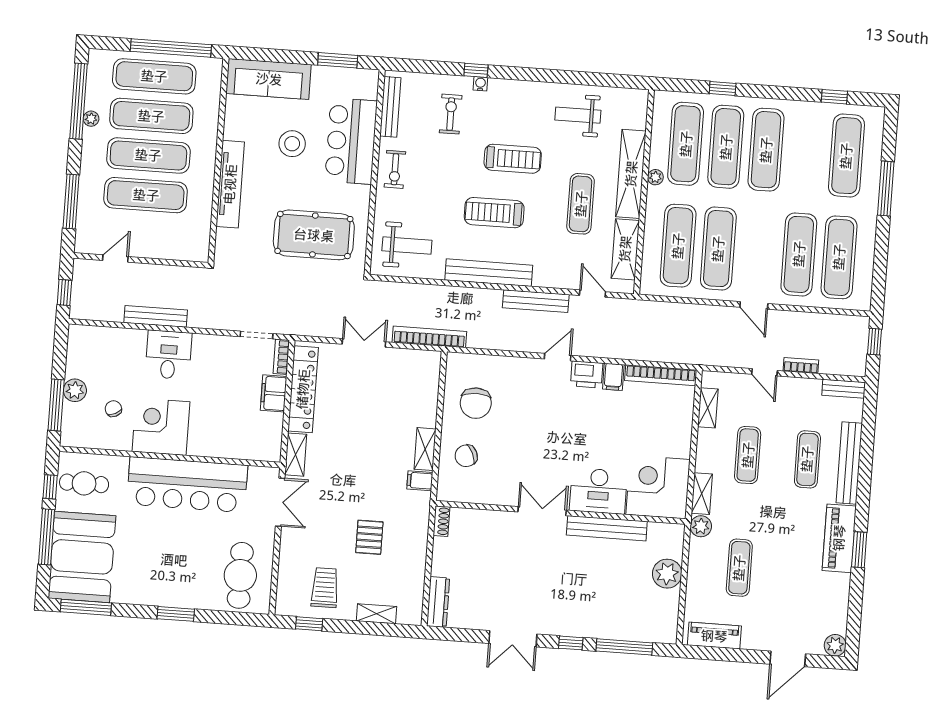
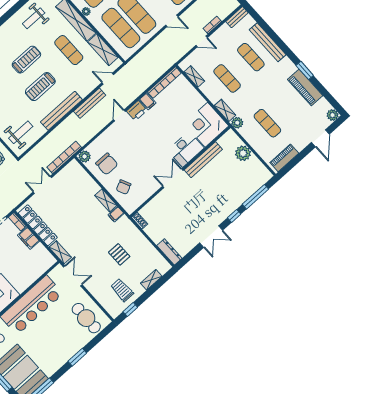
plant: (457, 363) -> (85, 157), added
piano: (839, 538) -> (305, 88), moved

